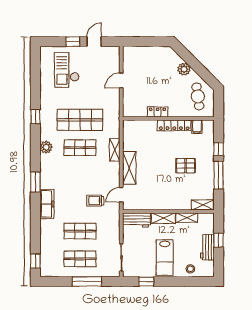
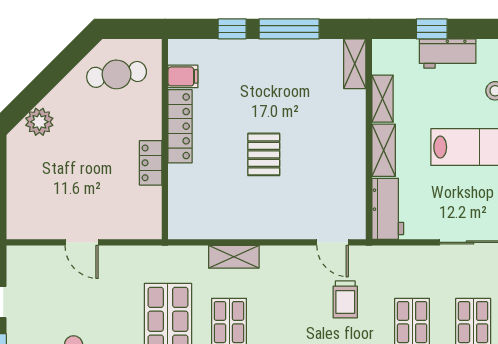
plant: (184, 69) -> (39, 122), moved
pallet: (186, 166) -> (264, 154), moved
shelving: (129, 168) -> (273, 225), removed

